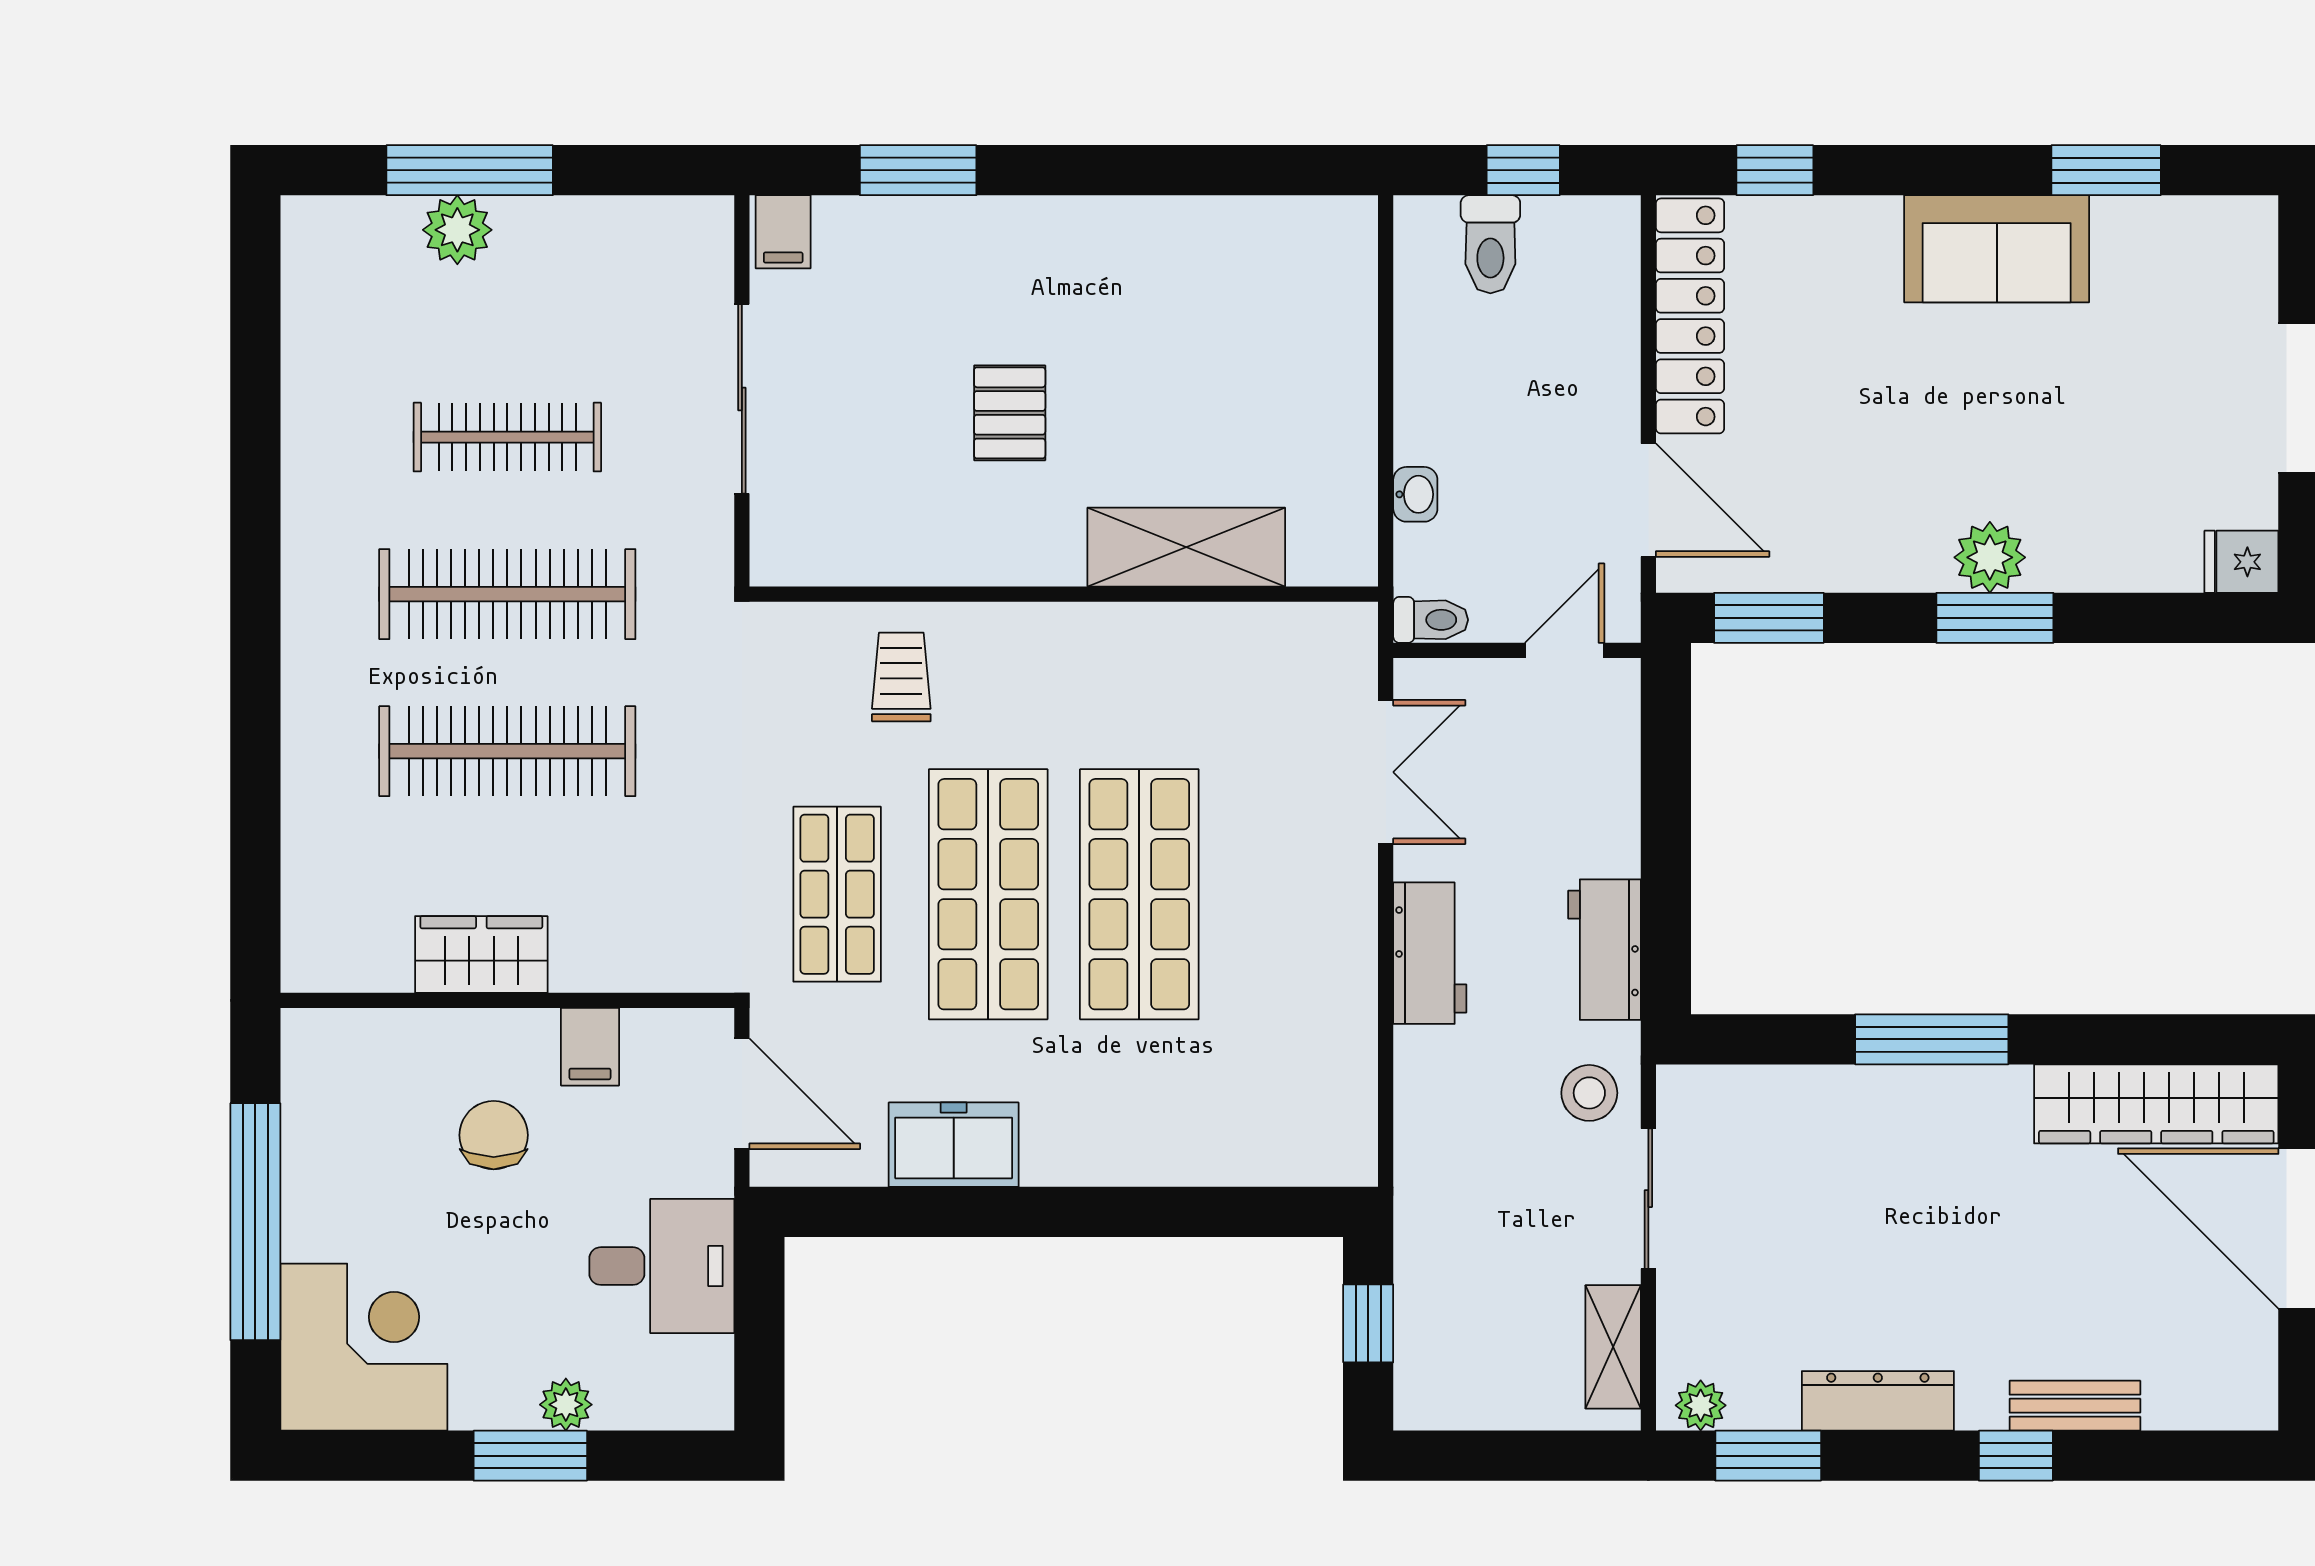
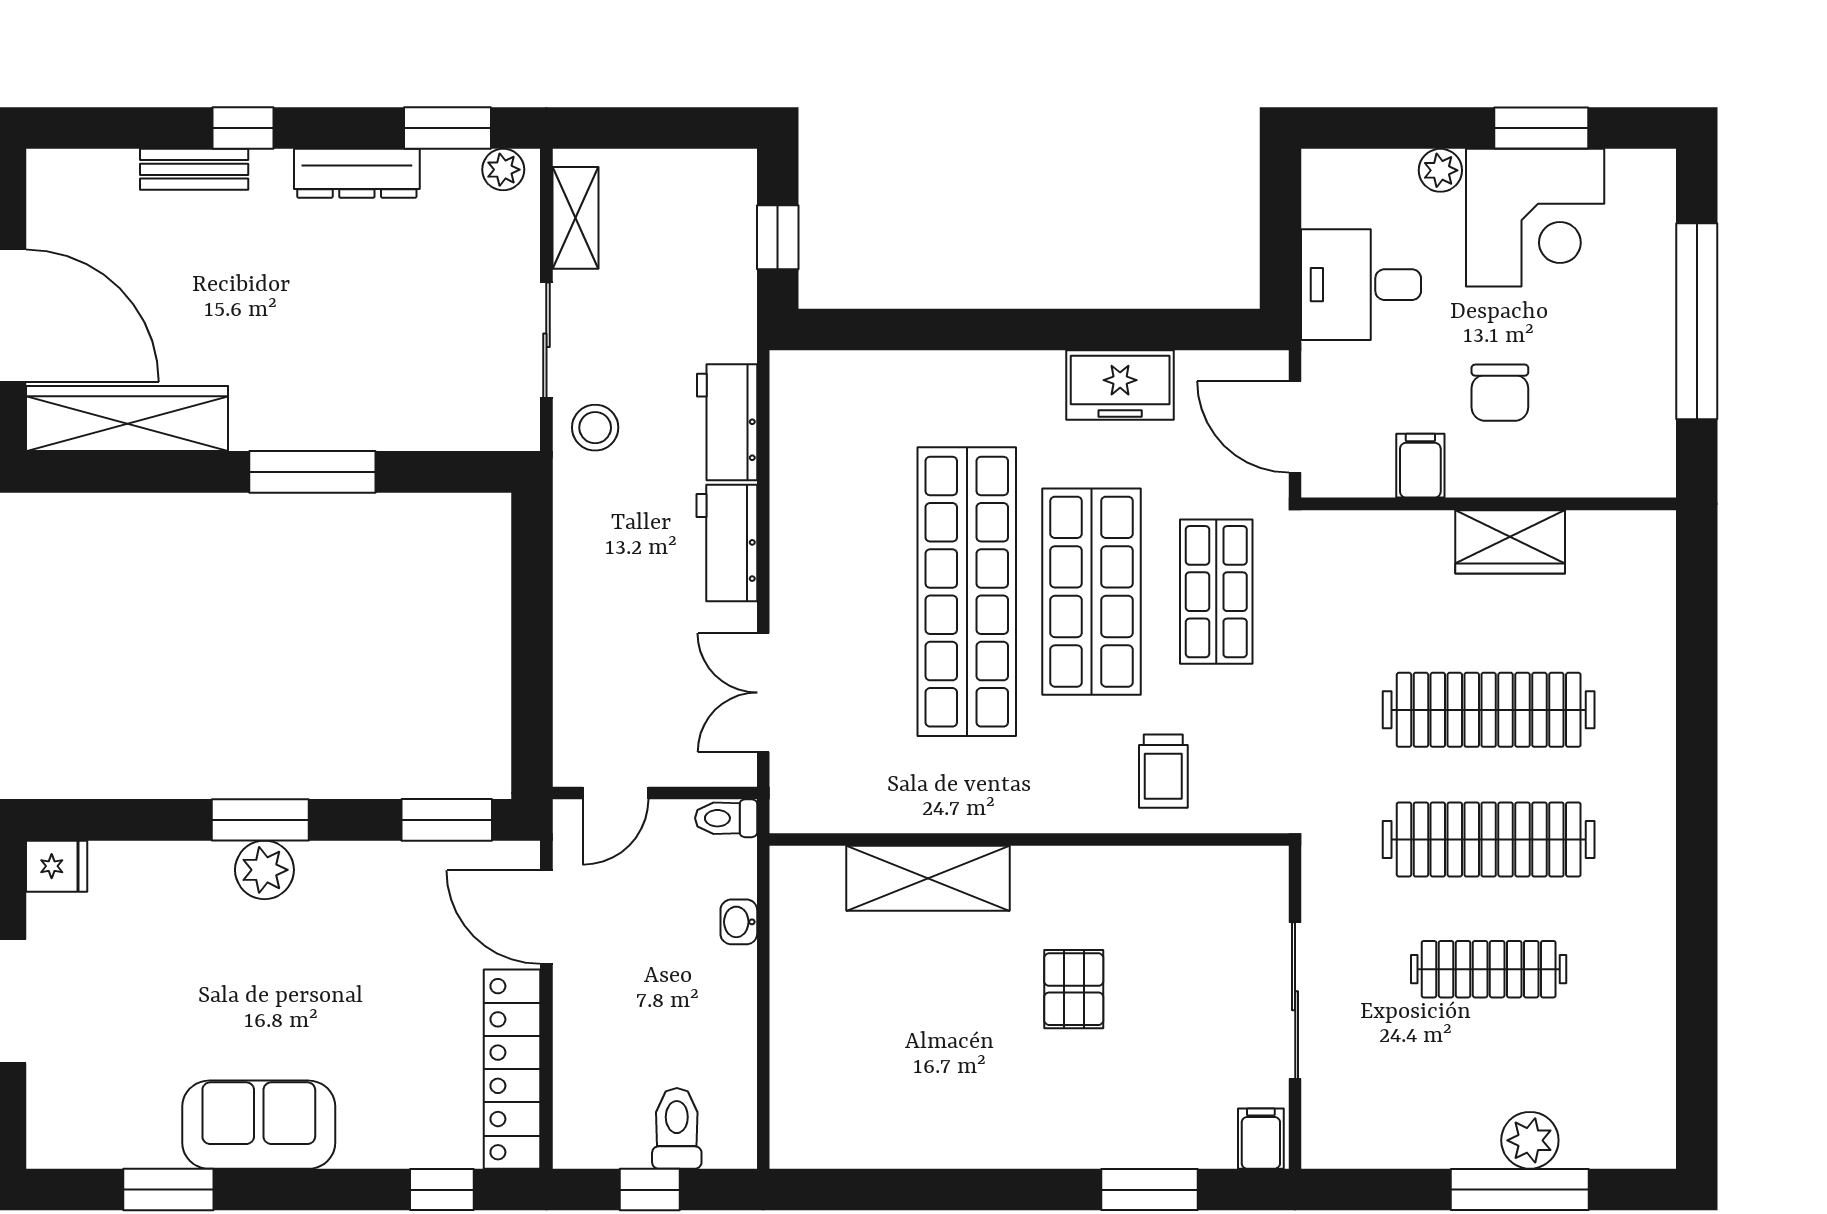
shop shelf: (1139, 894) -> (967, 592), width x1.40
workbench: (1604, 950) -> (727, 422), moved, turned 180
corner desk: (364, 1347) -> (1535, 218), moved, turned -90
window: (530, 1456) -> (1541, 128), moved

